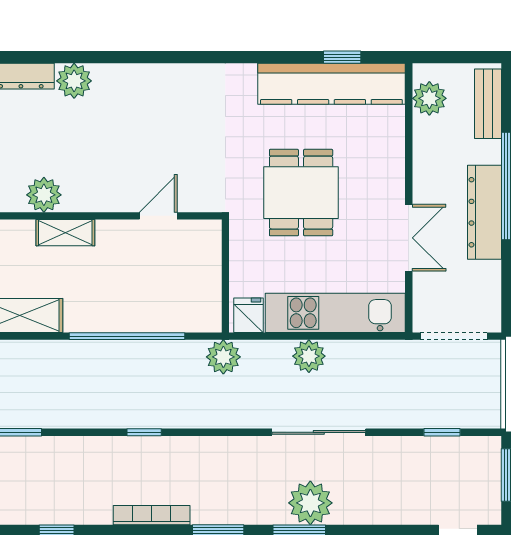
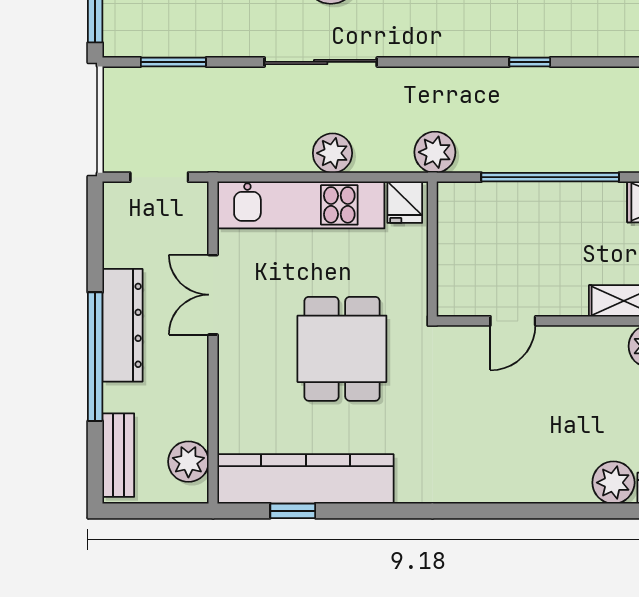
doorway: (454, 336) -> (159, 177), width x0.73
window: (442, 432) -> (173, 62), width x1.50

